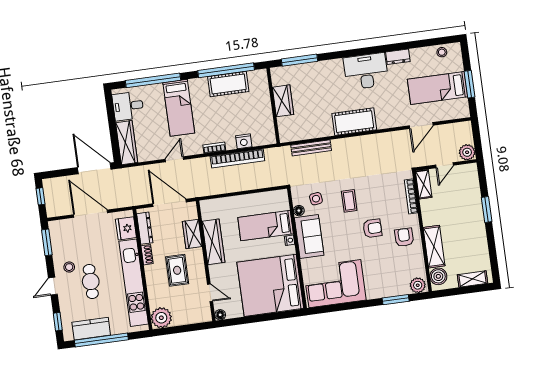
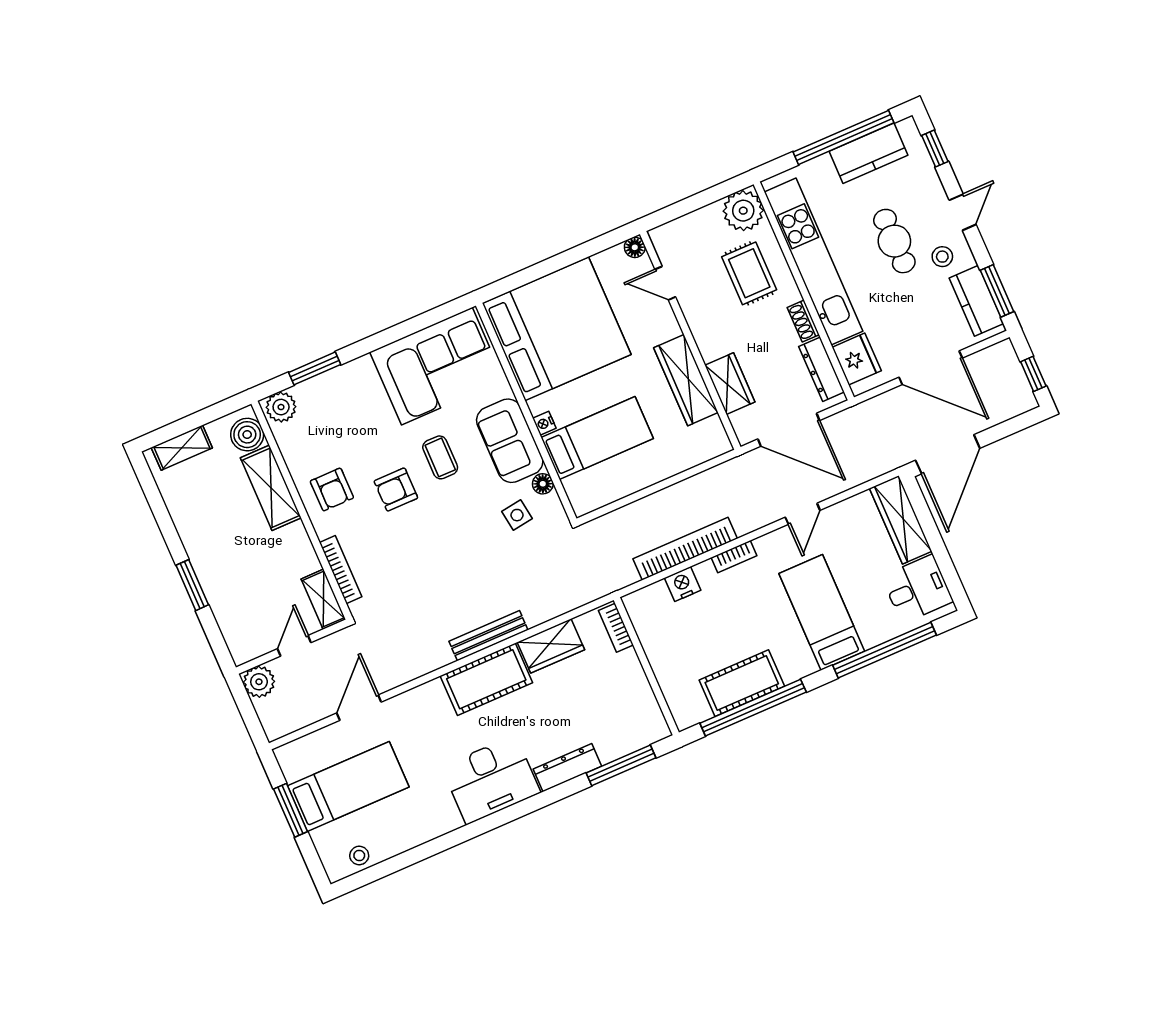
dresser: (398, 57) -> (567, 768), moved, width x1.44
wardrobe: (283, 101) -> (551, 646), moved, turned -90
bookcase: (283, 129) -> (616, 628), added
bench: (311, 148) -> (488, 636), moved
door: (94, 168) -> (948, 454), hinge flipped
coffee table: (349, 201) -> (440, 457), moved
kitchen counter: (58, 240) -> (976, 301), added
rug: (177, 270) -> (749, 273), moved

